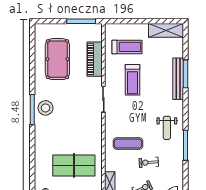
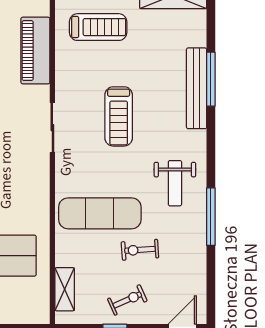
treadmill: (133, 80) -> (119, 116), moved
exercise mat: (128, 143) -> (100, 213), width x1.36, depth x1.45

